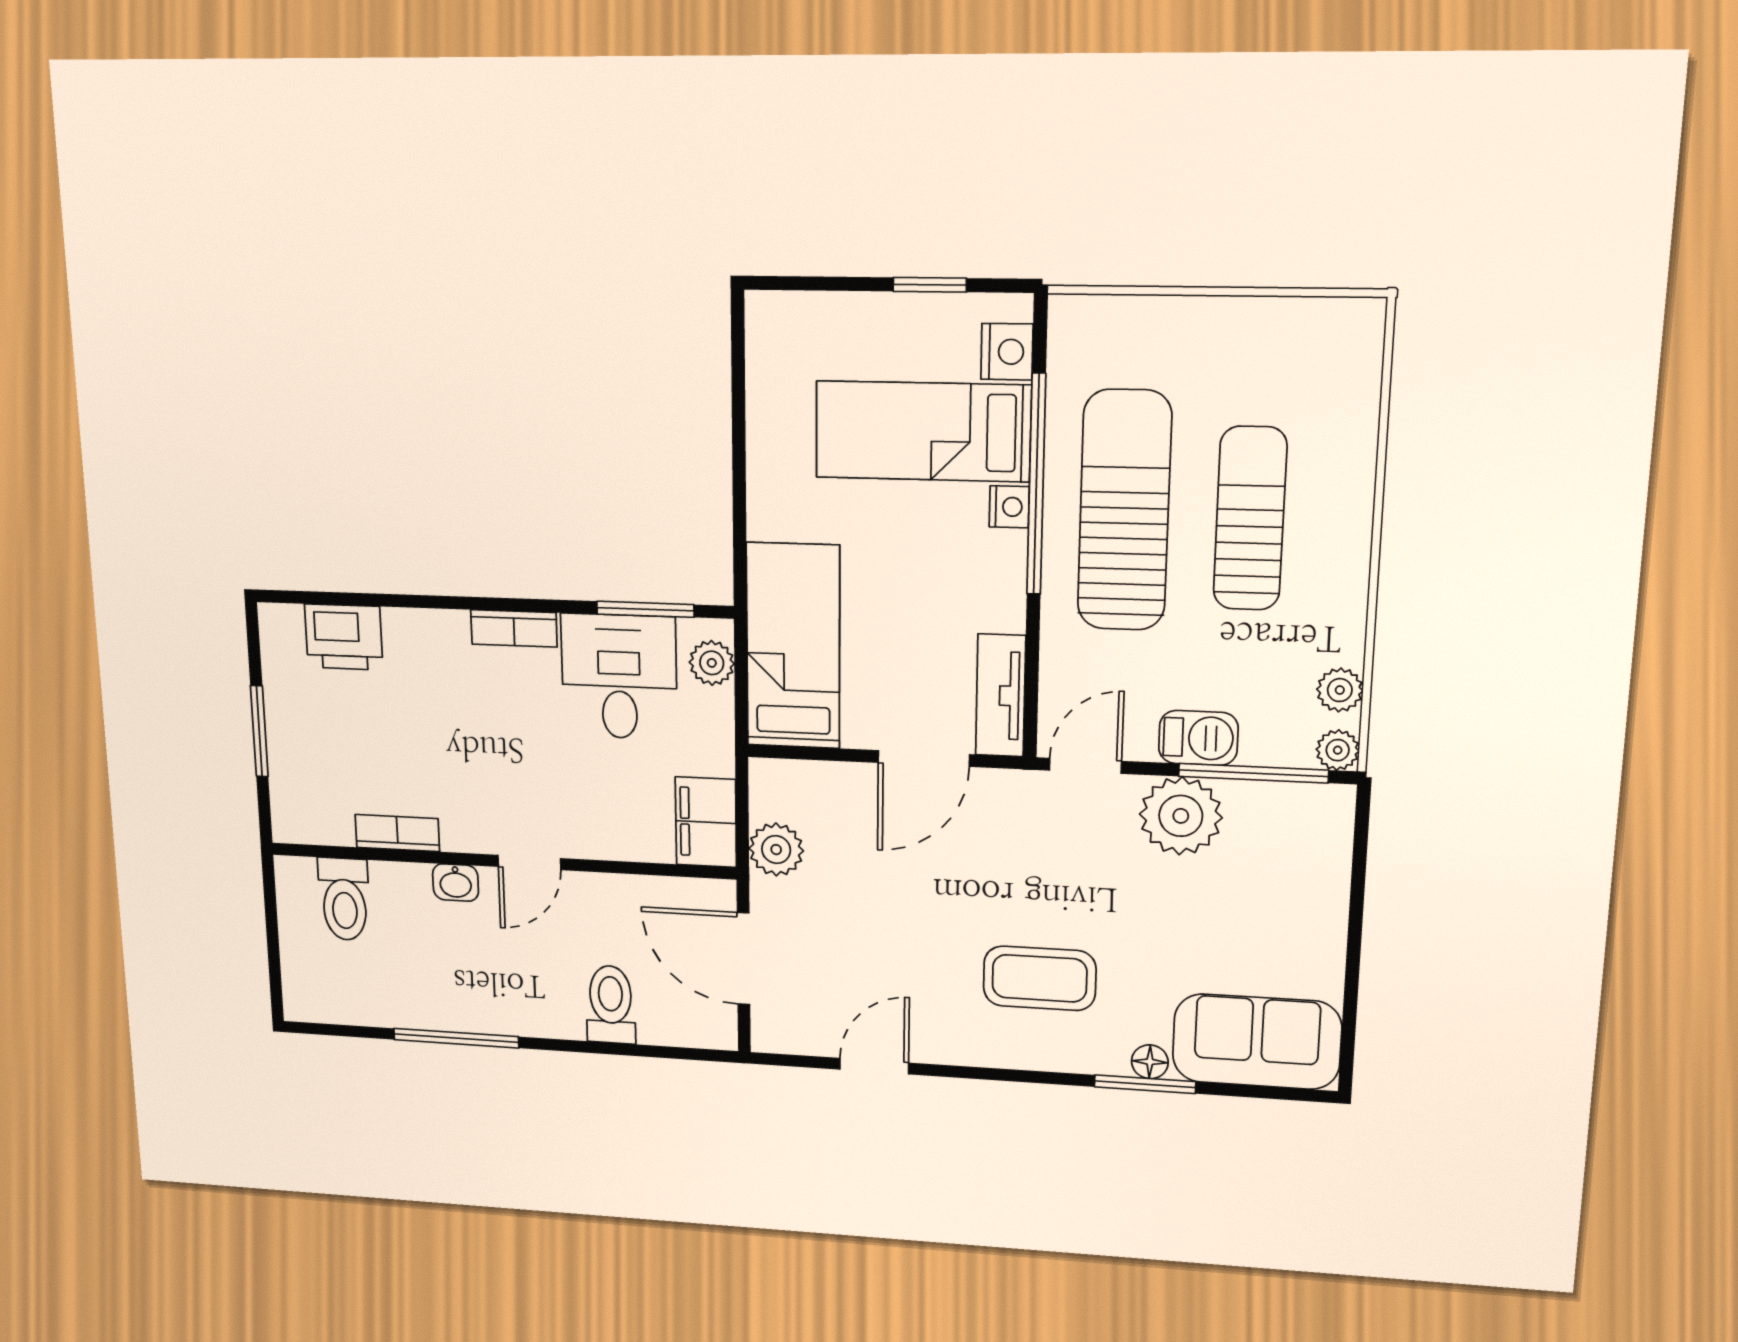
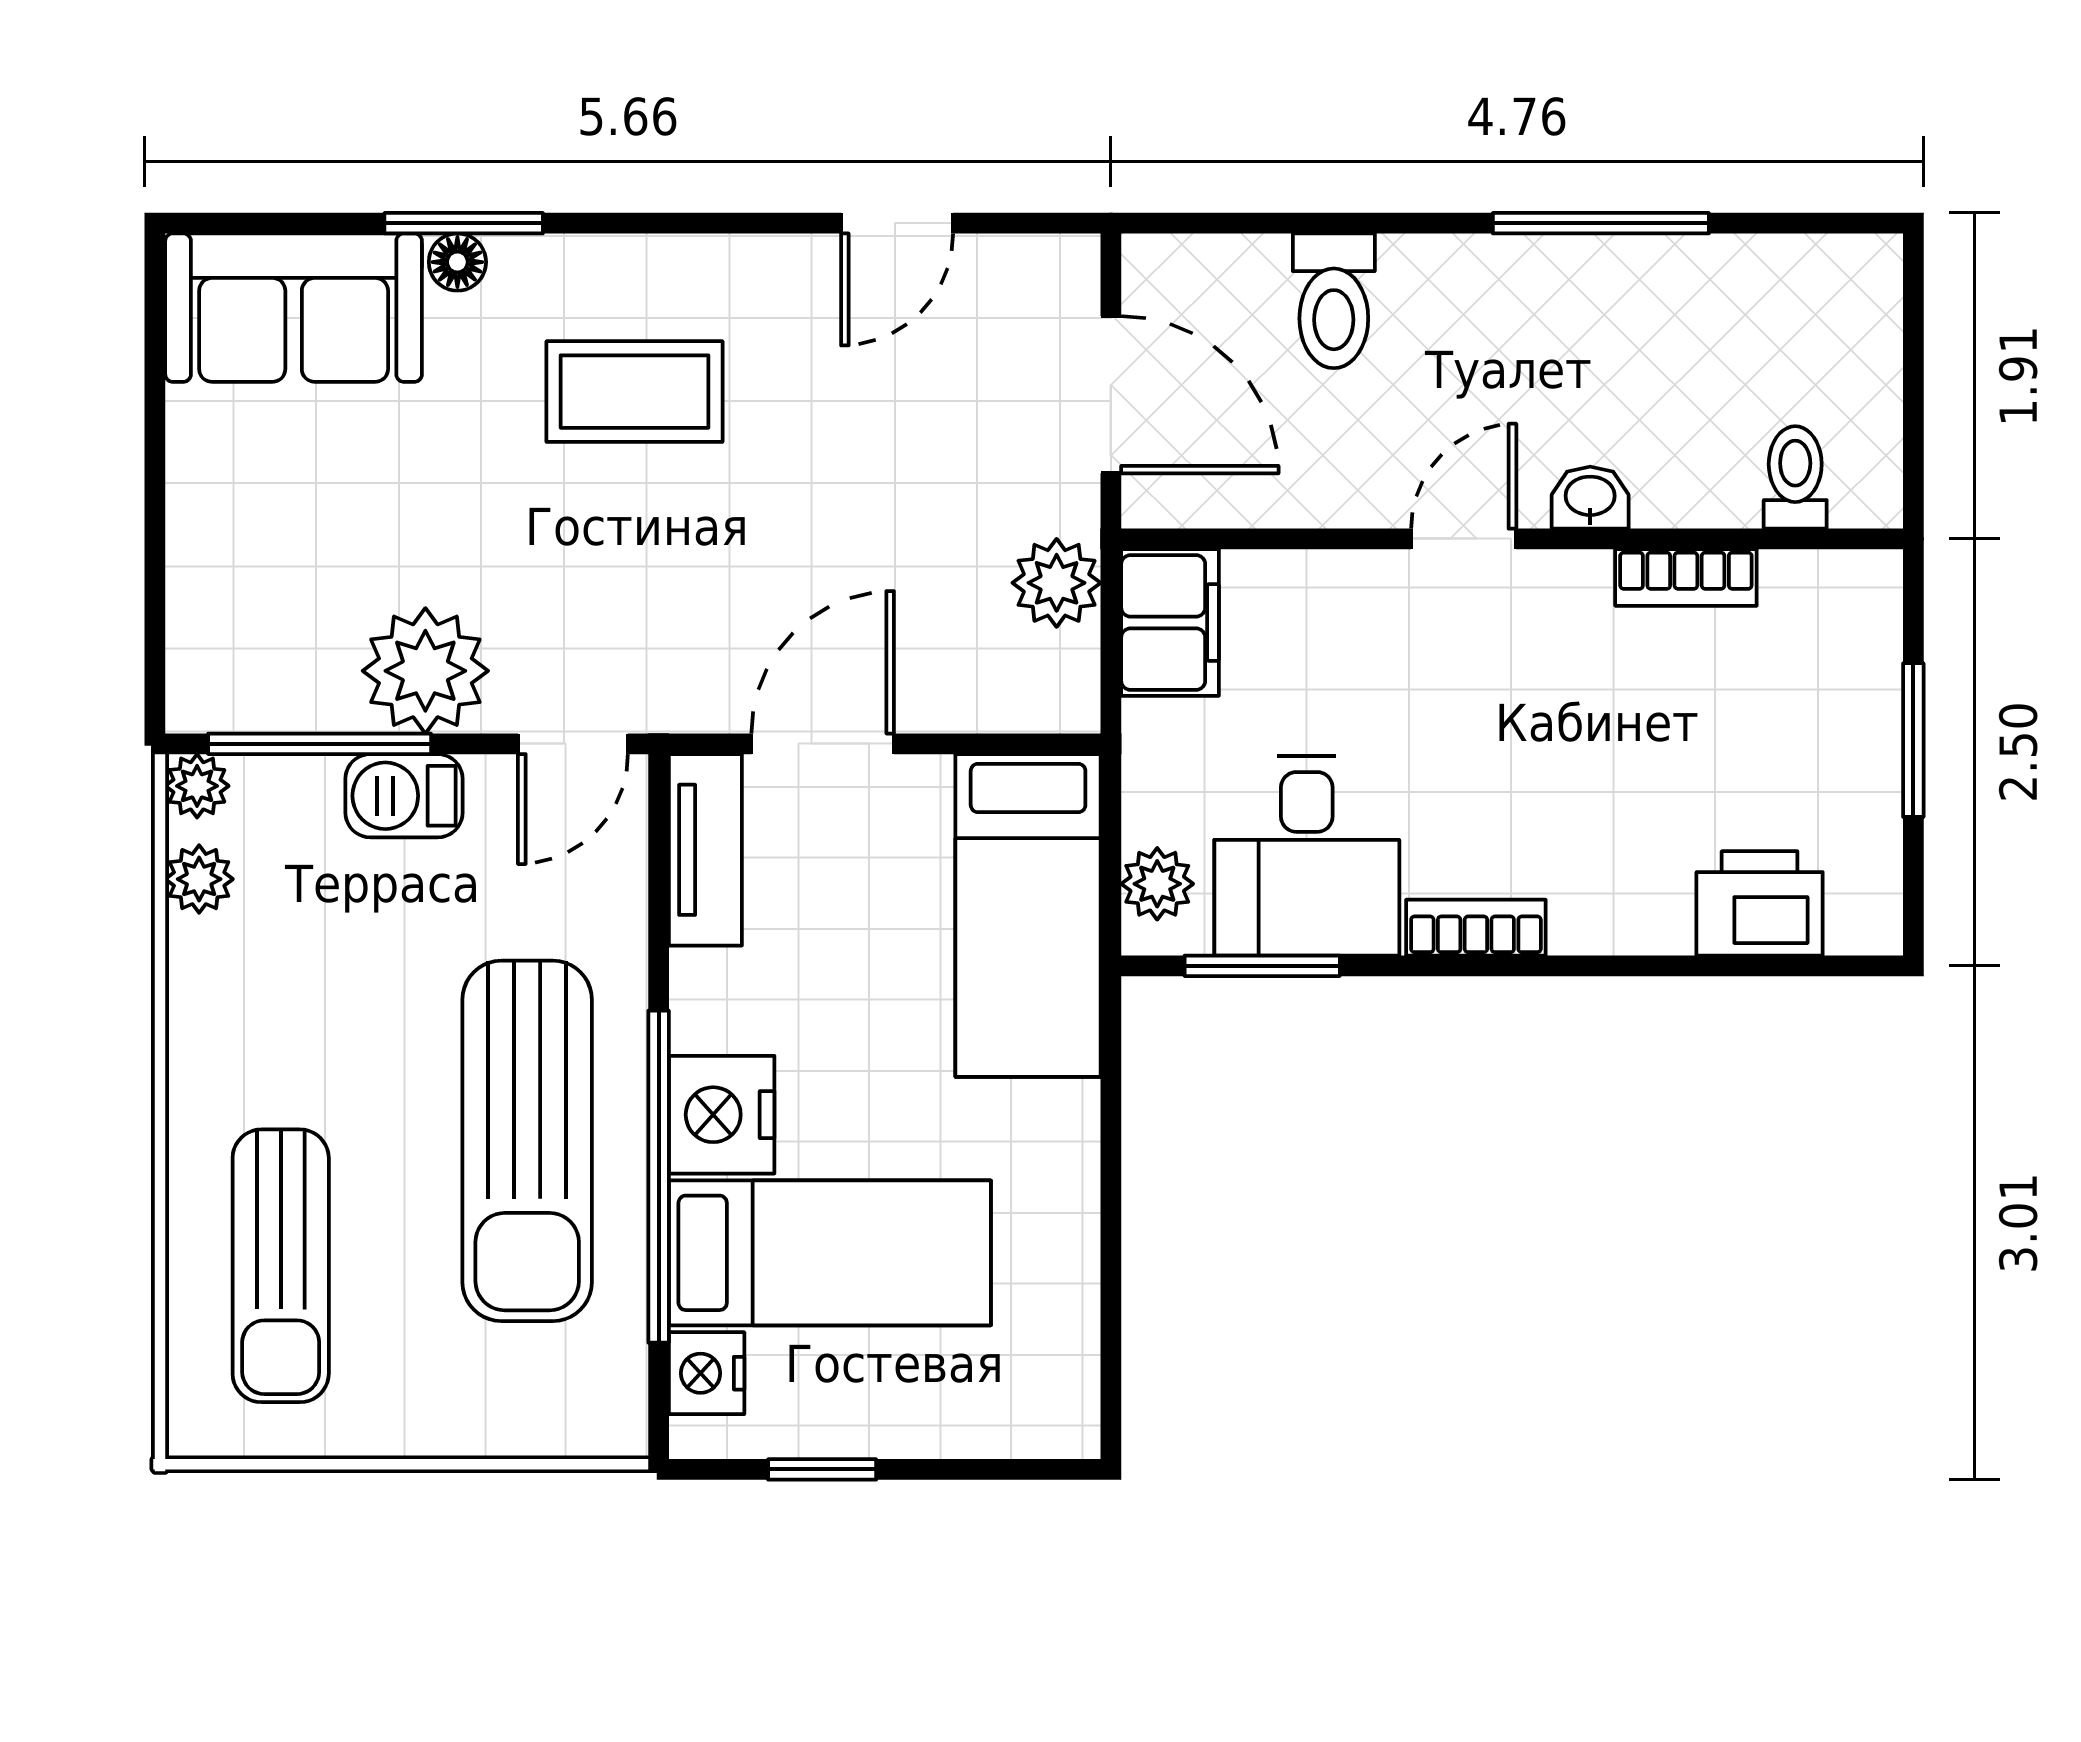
nightstand: (1009, 507) -> (722, 1115), width x1.89, depth x1.79
sun lounger: (1250, 519) -> (281, 1266), moved
toilet: (344, 899) -> (1795, 477), width x0.73, depth x0.72

